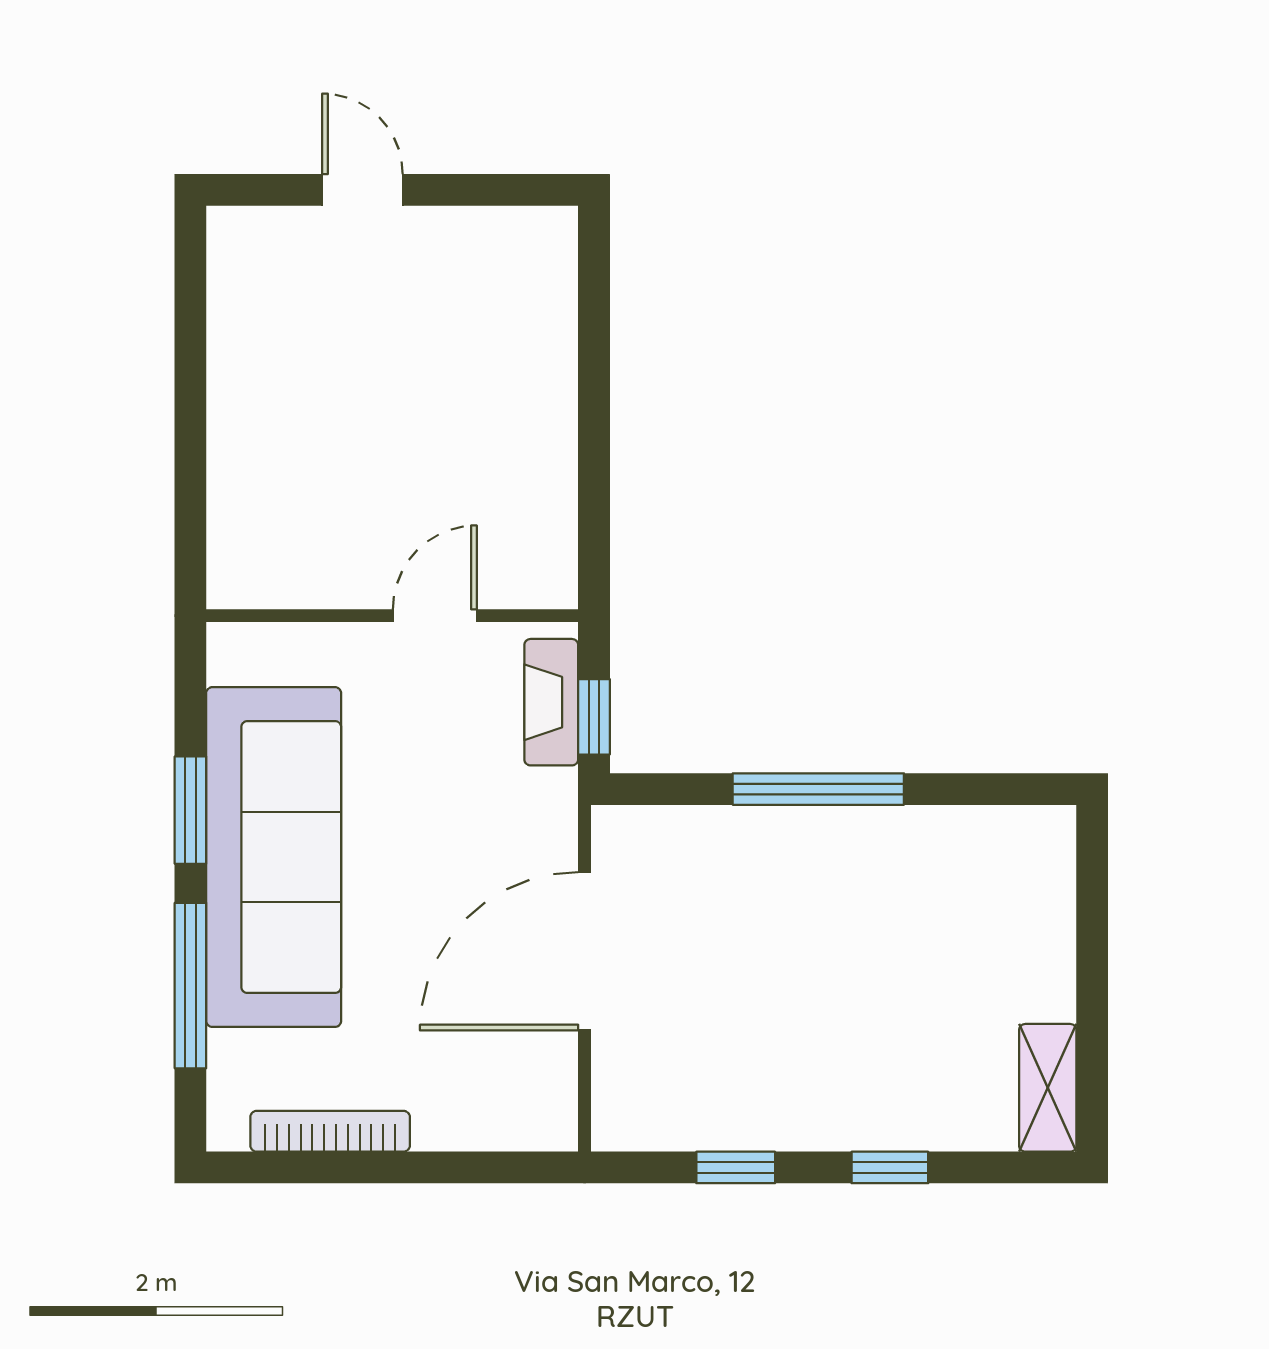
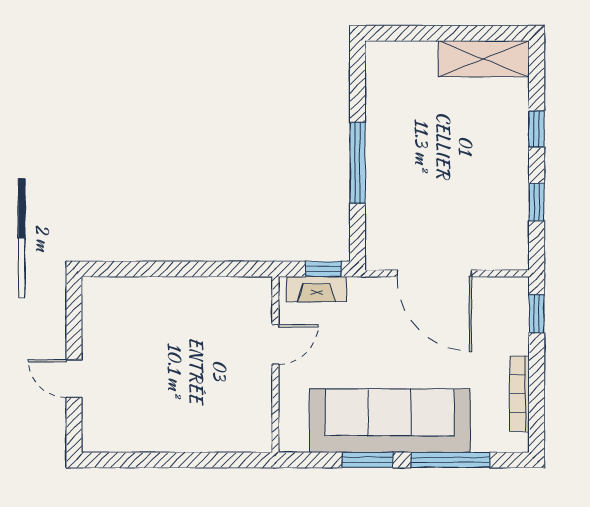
door: (362, 190) -> (74, 379), hinge flipped
door: (435, 616) -> (275, 344), swing flipped
shelving: (1048, 1088) -> (484, 59), width x1.50, depth x1.33
window: (499, 1167) -> (537, 314), added

